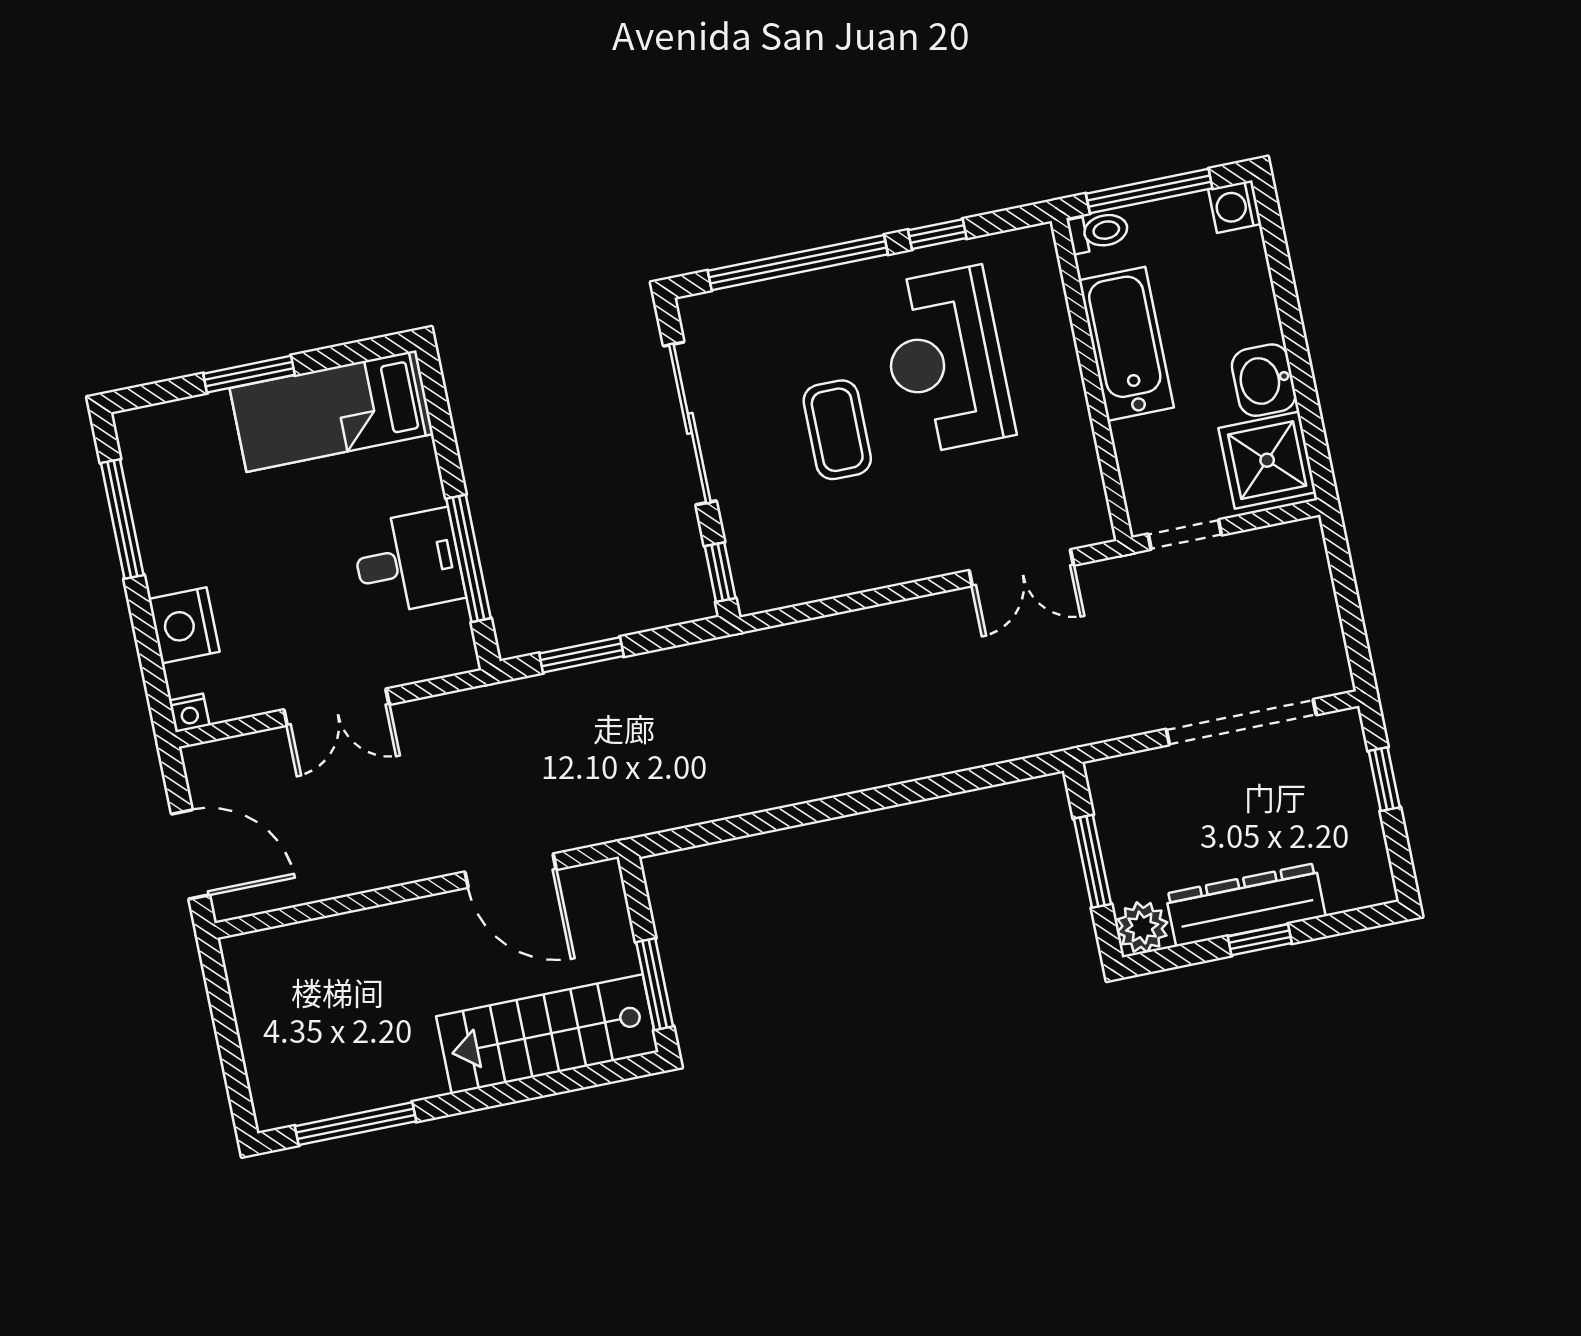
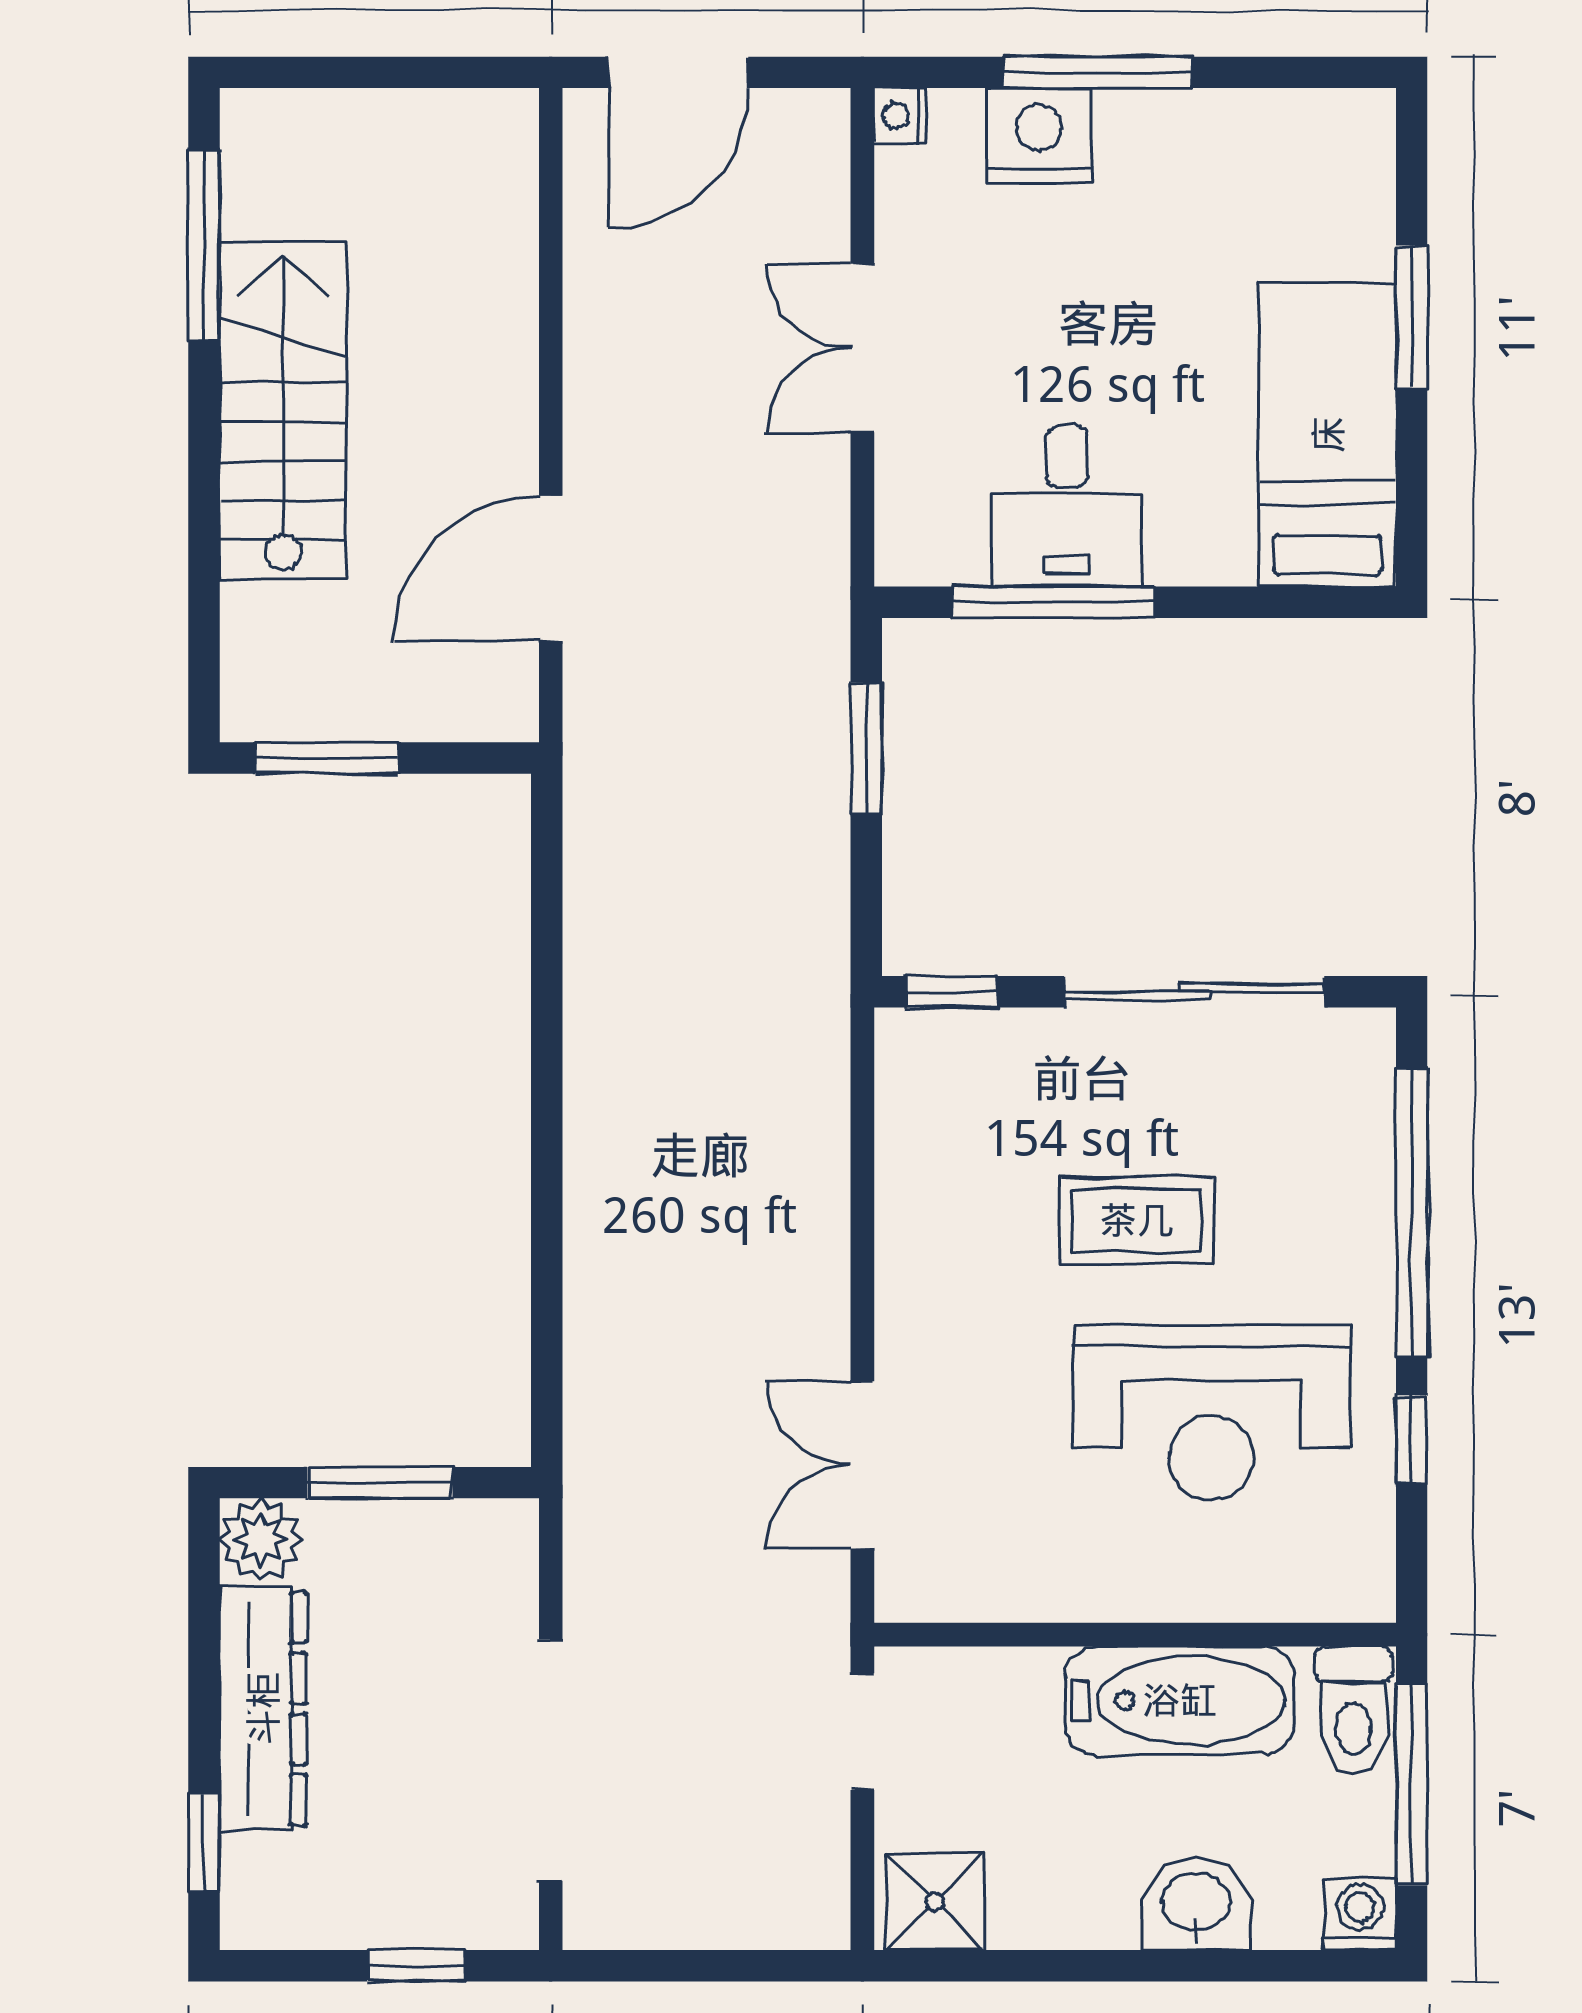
toilet: (1098, 232) -> (1354, 1710), width x1.37, depth x1.39
reception desk: (946, 360) -> (1211, 1412), turned 180
washbasin: (1264, 380) -> (1196, 1904), moved
shower: (1267, 460) -> (935, 1902), width x0.73, depth x0.73
window: (122, 519) -> (1098, 72), moved
window: (1260, 940) -> (204, 1843), moved
stairs: (547, 1034) -> (283, 411), moved

